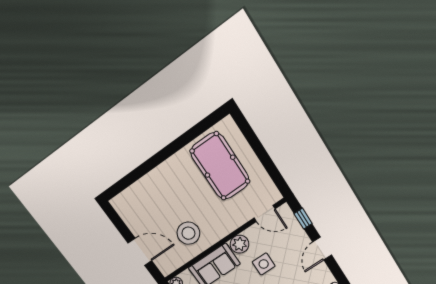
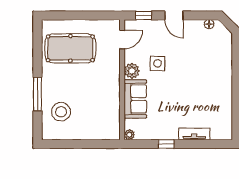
window: (150, 164) -> (37, 94), added
stool: (188, 233) -> (61, 112), moved
door: (140, 252) -> (90, 144), removed

